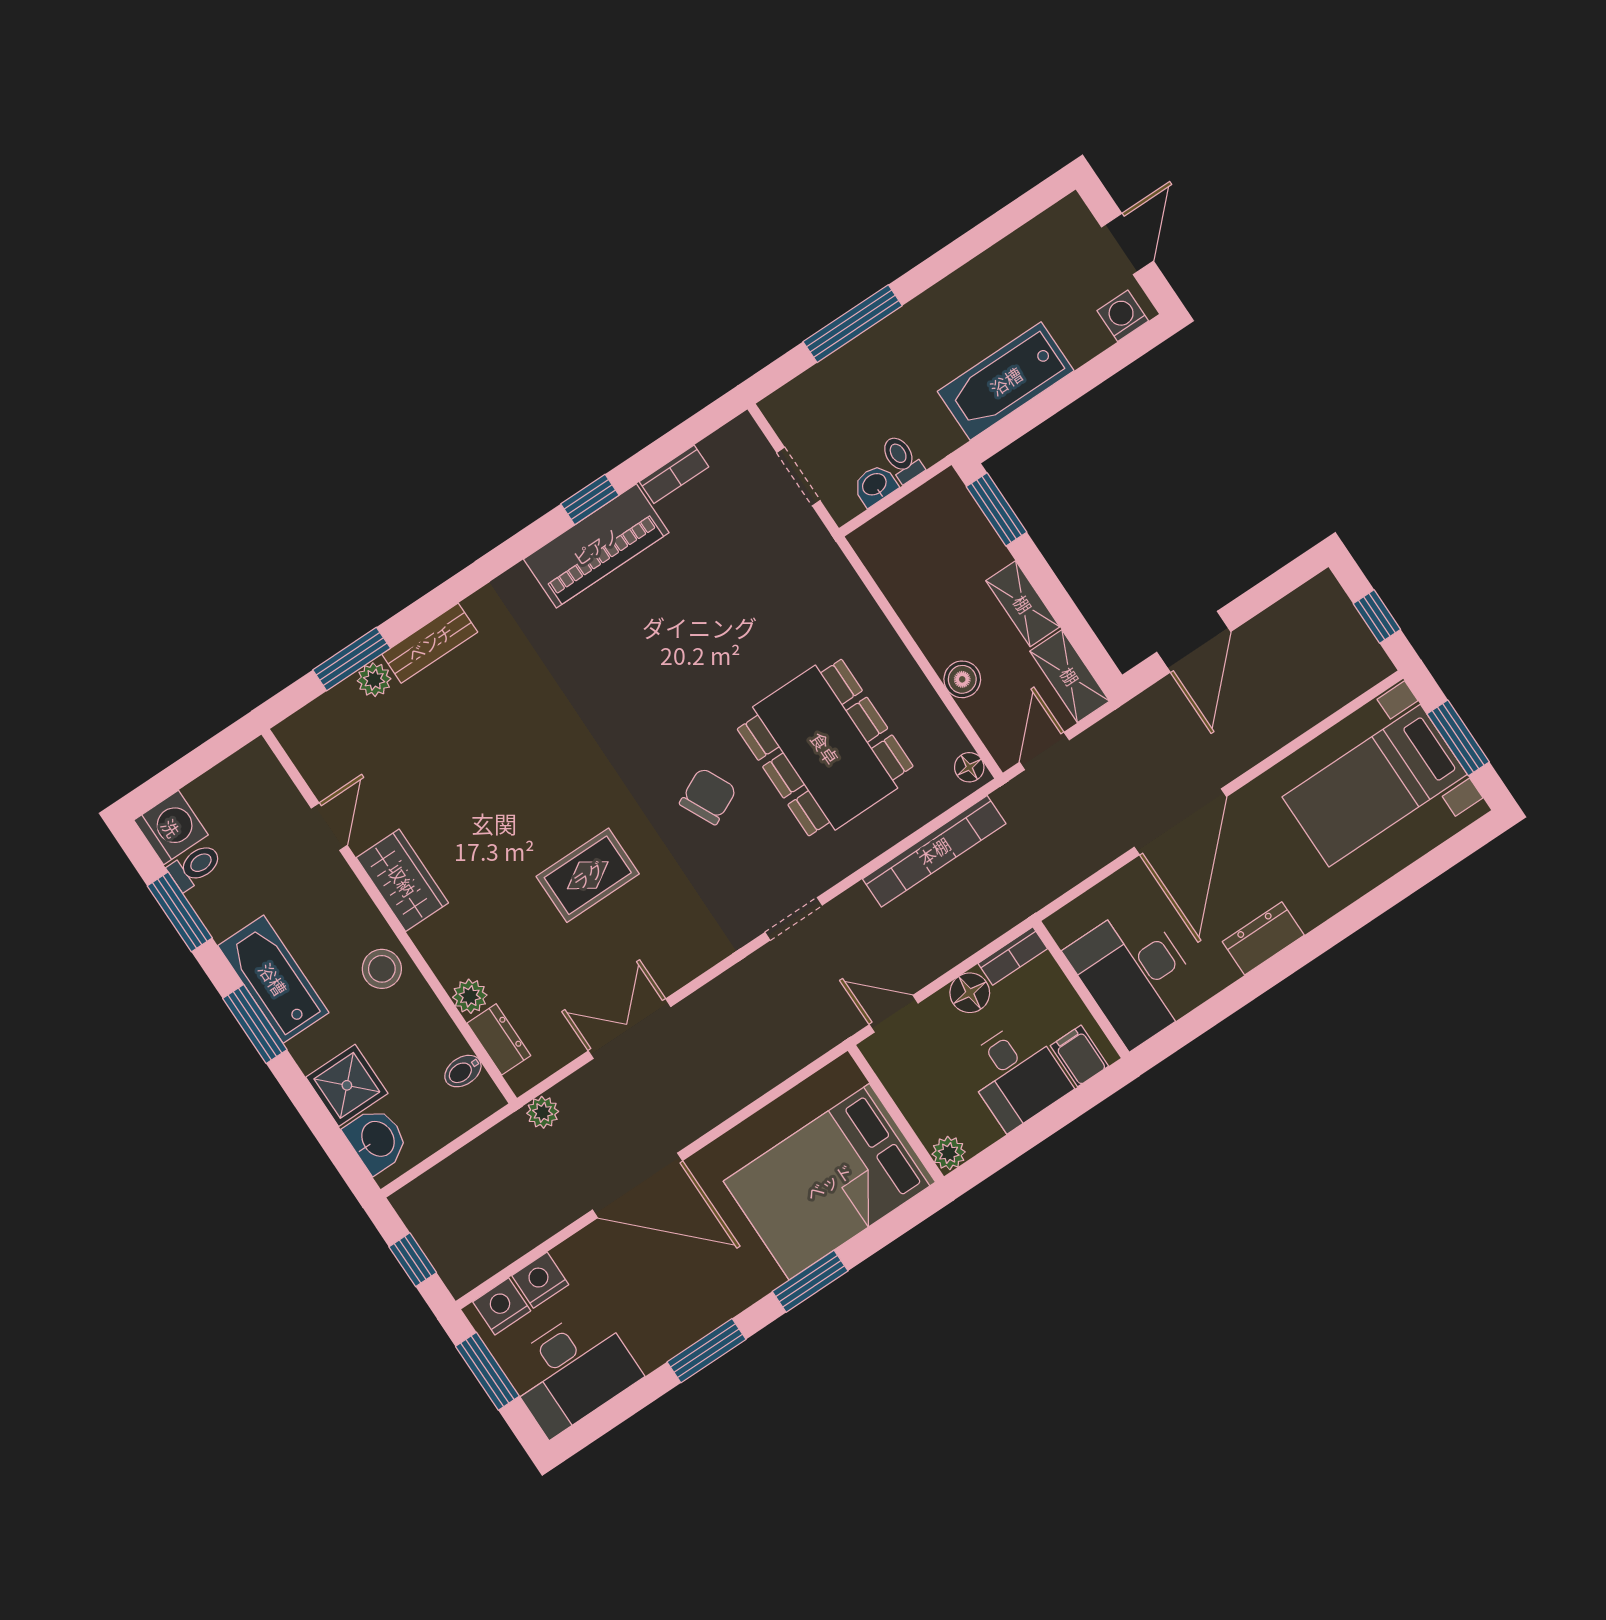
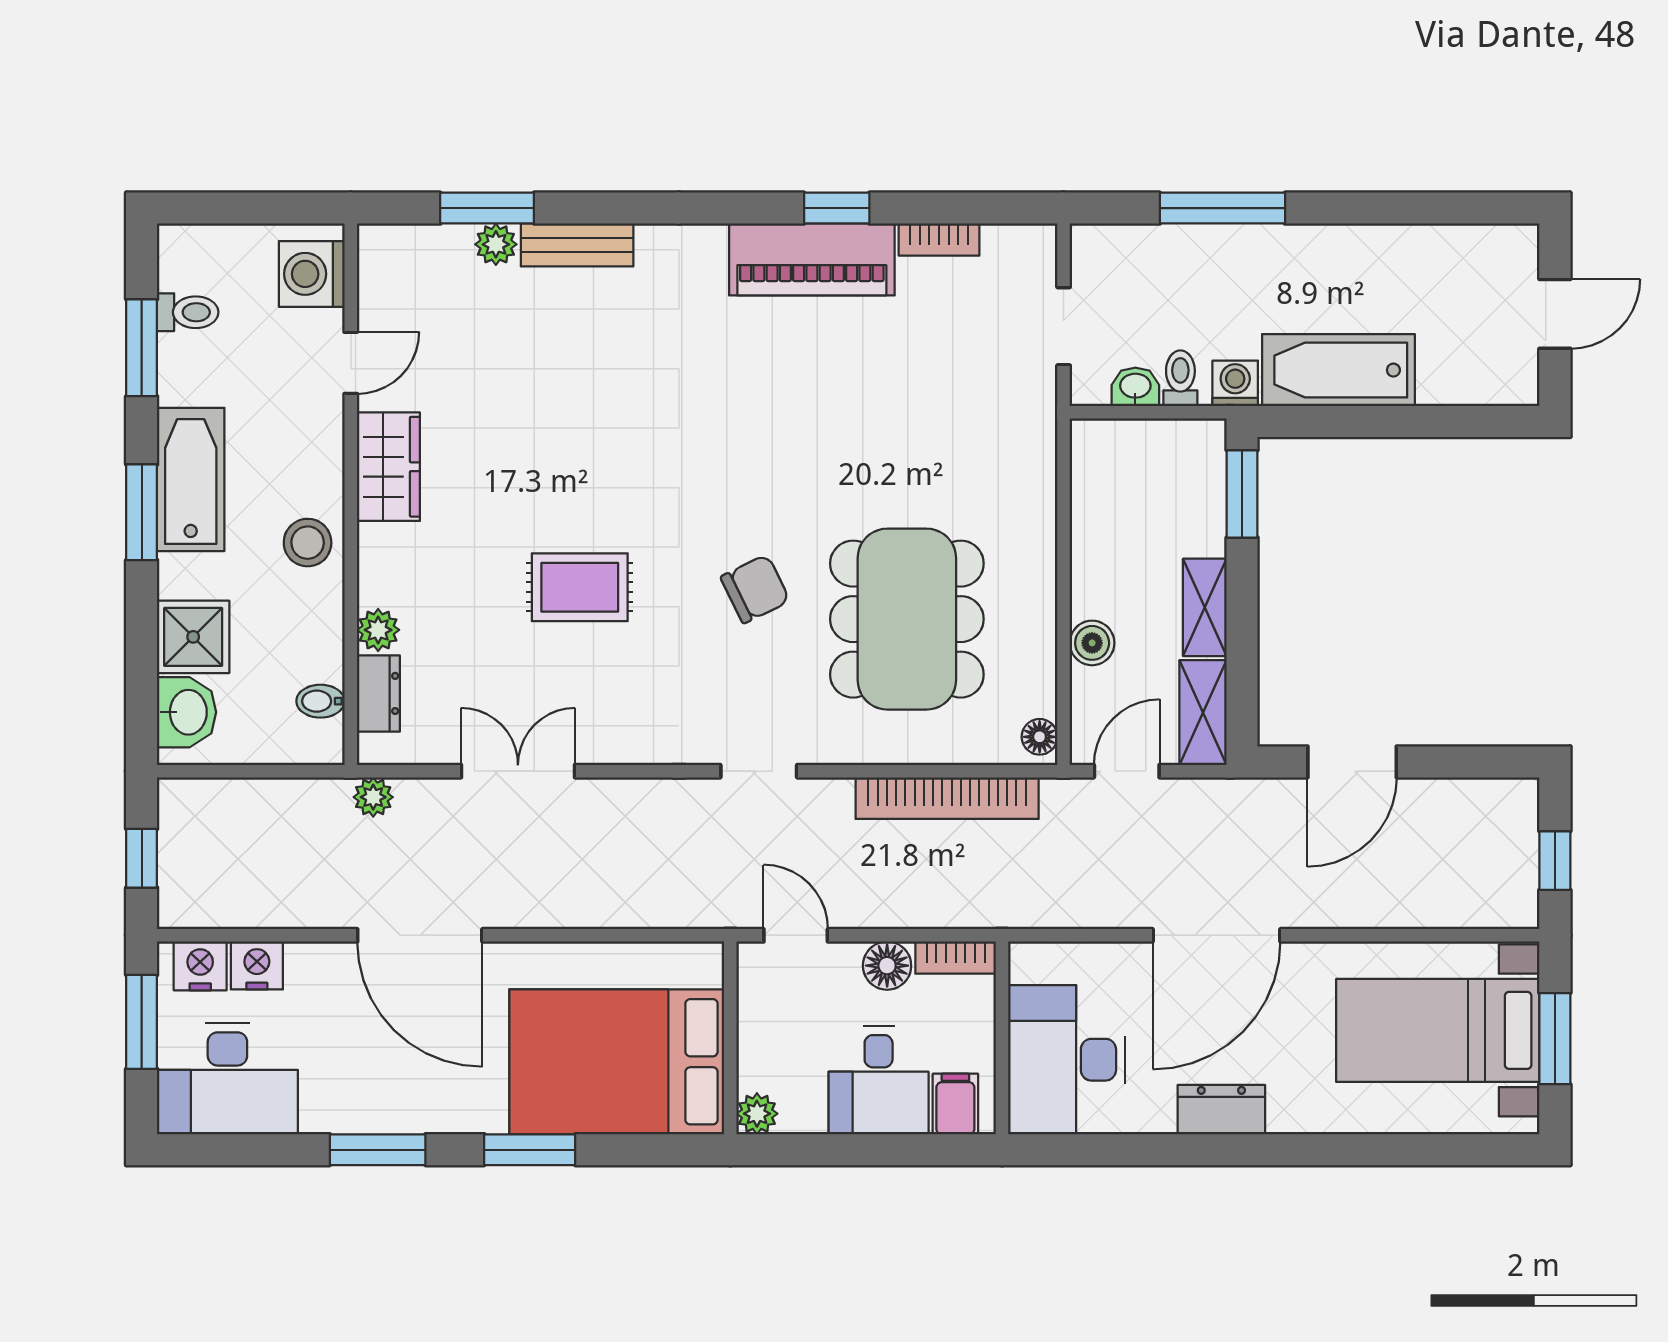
washing machine: (1123, 316) -> (1235, 383), moved
washing machine: (171, 828) -> (312, 274), moved, turned 180

